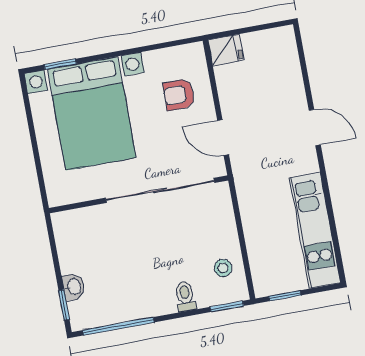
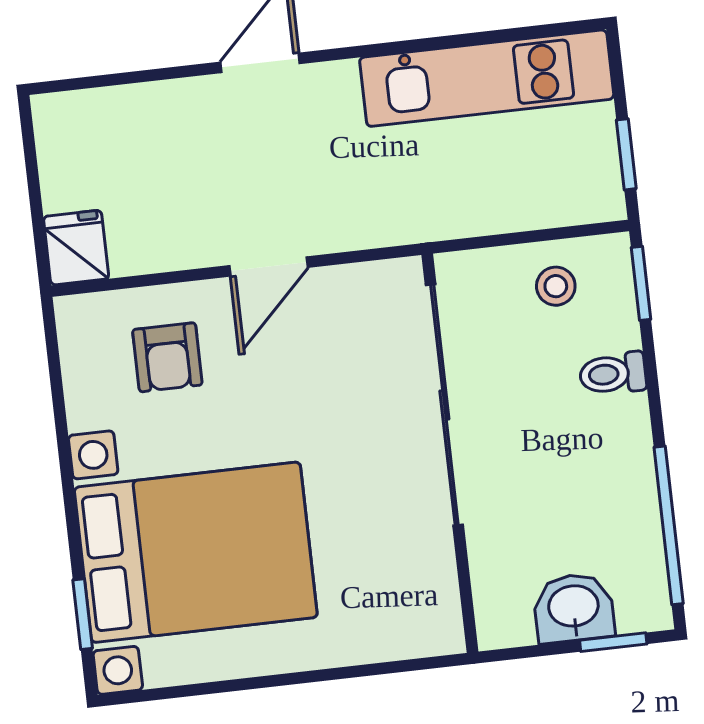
sliding door: (160, 190) -> (444, 405), moved
wall: (139, 194) -> (450, 453), moved
washbasin: (74, 287) -> (574, 608), width x1.38, depth x1.45

